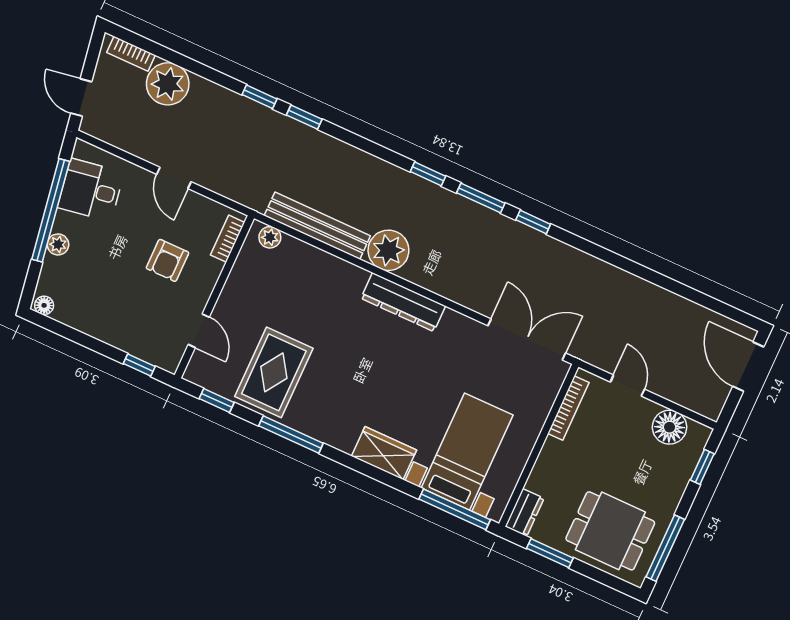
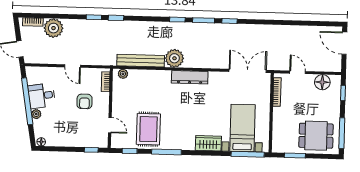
desk: (91, 190) -> (42, 96), moved
dresser: (525, 512) -> (277, 143), removed

